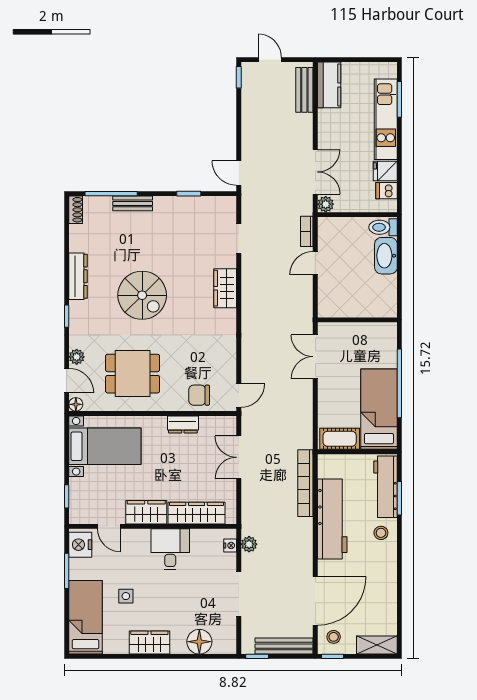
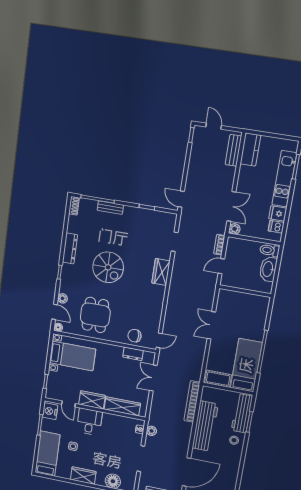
wall: (357, 320) -> (245, 291), moved
dining table: (133, 374) -> (95, 315), turned 90
dresser: (183, 424) -> (133, 354), moved
desk: (170, 549) -> (89, 422), moved

